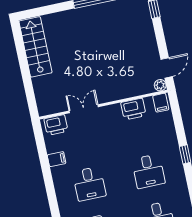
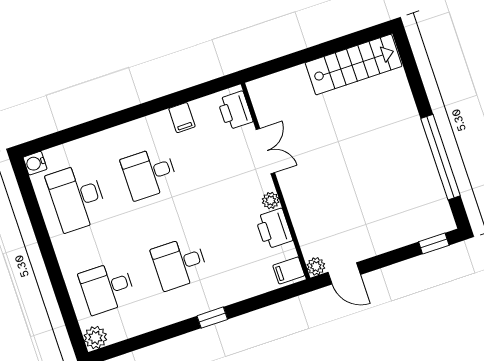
plant: (115, 109) -> (271, 200), added

